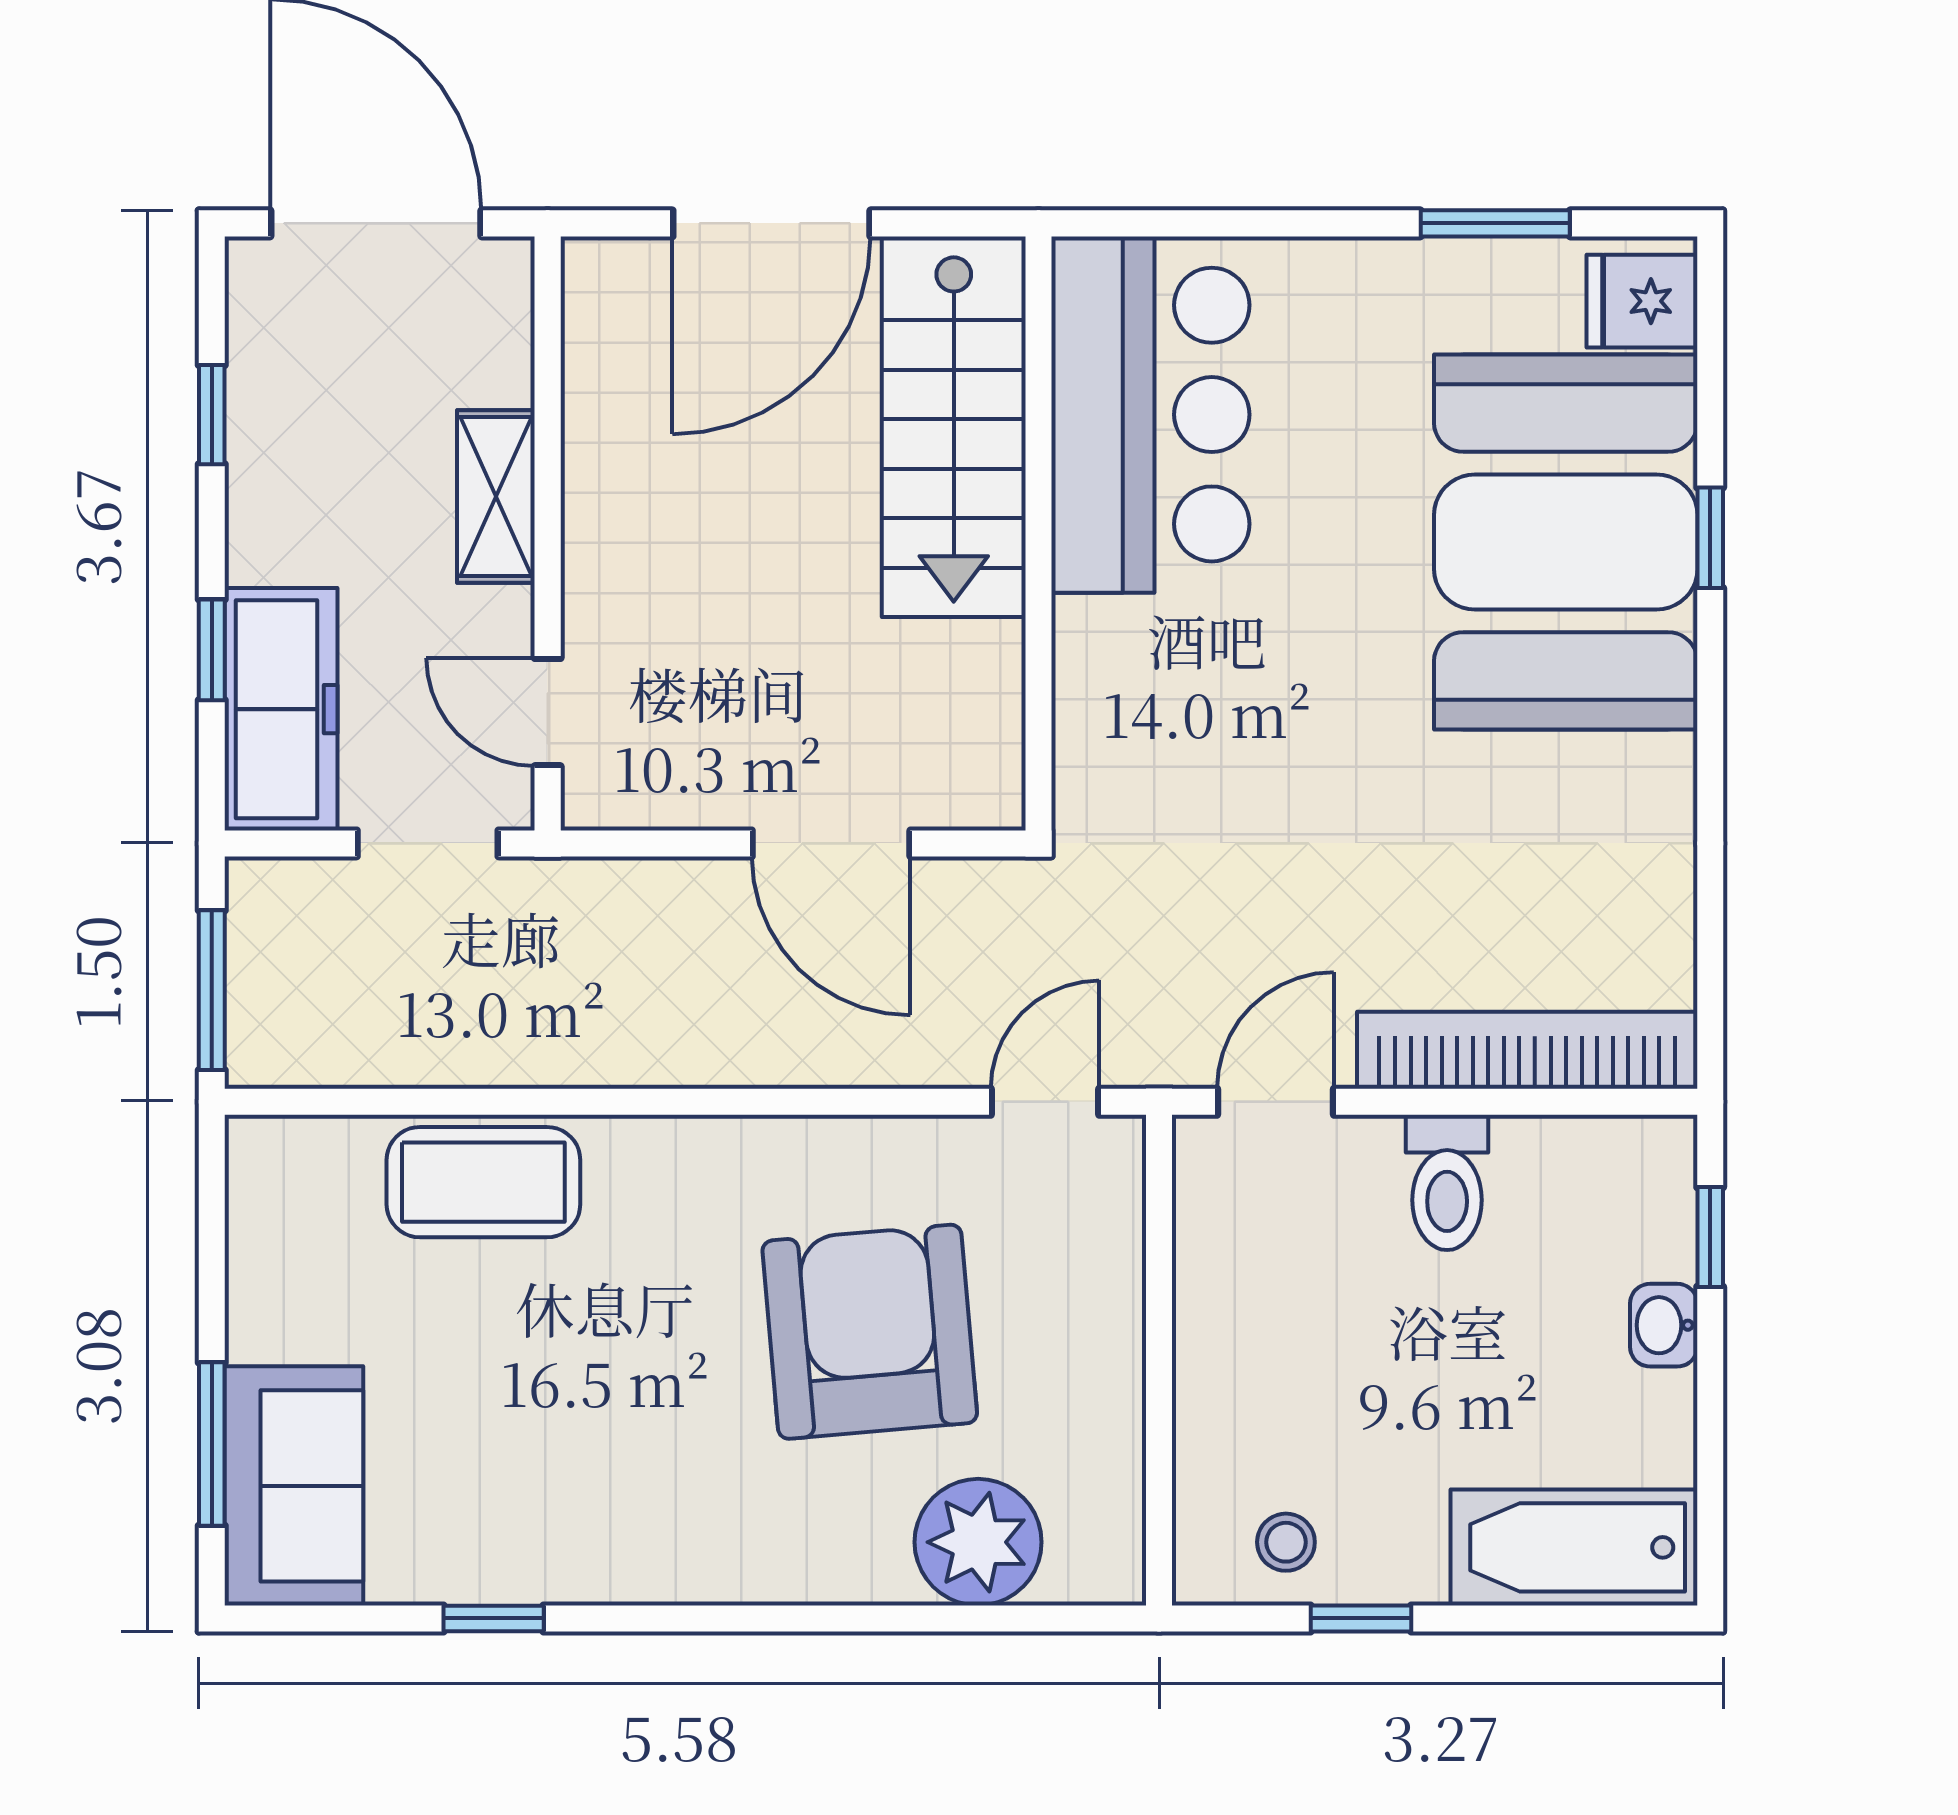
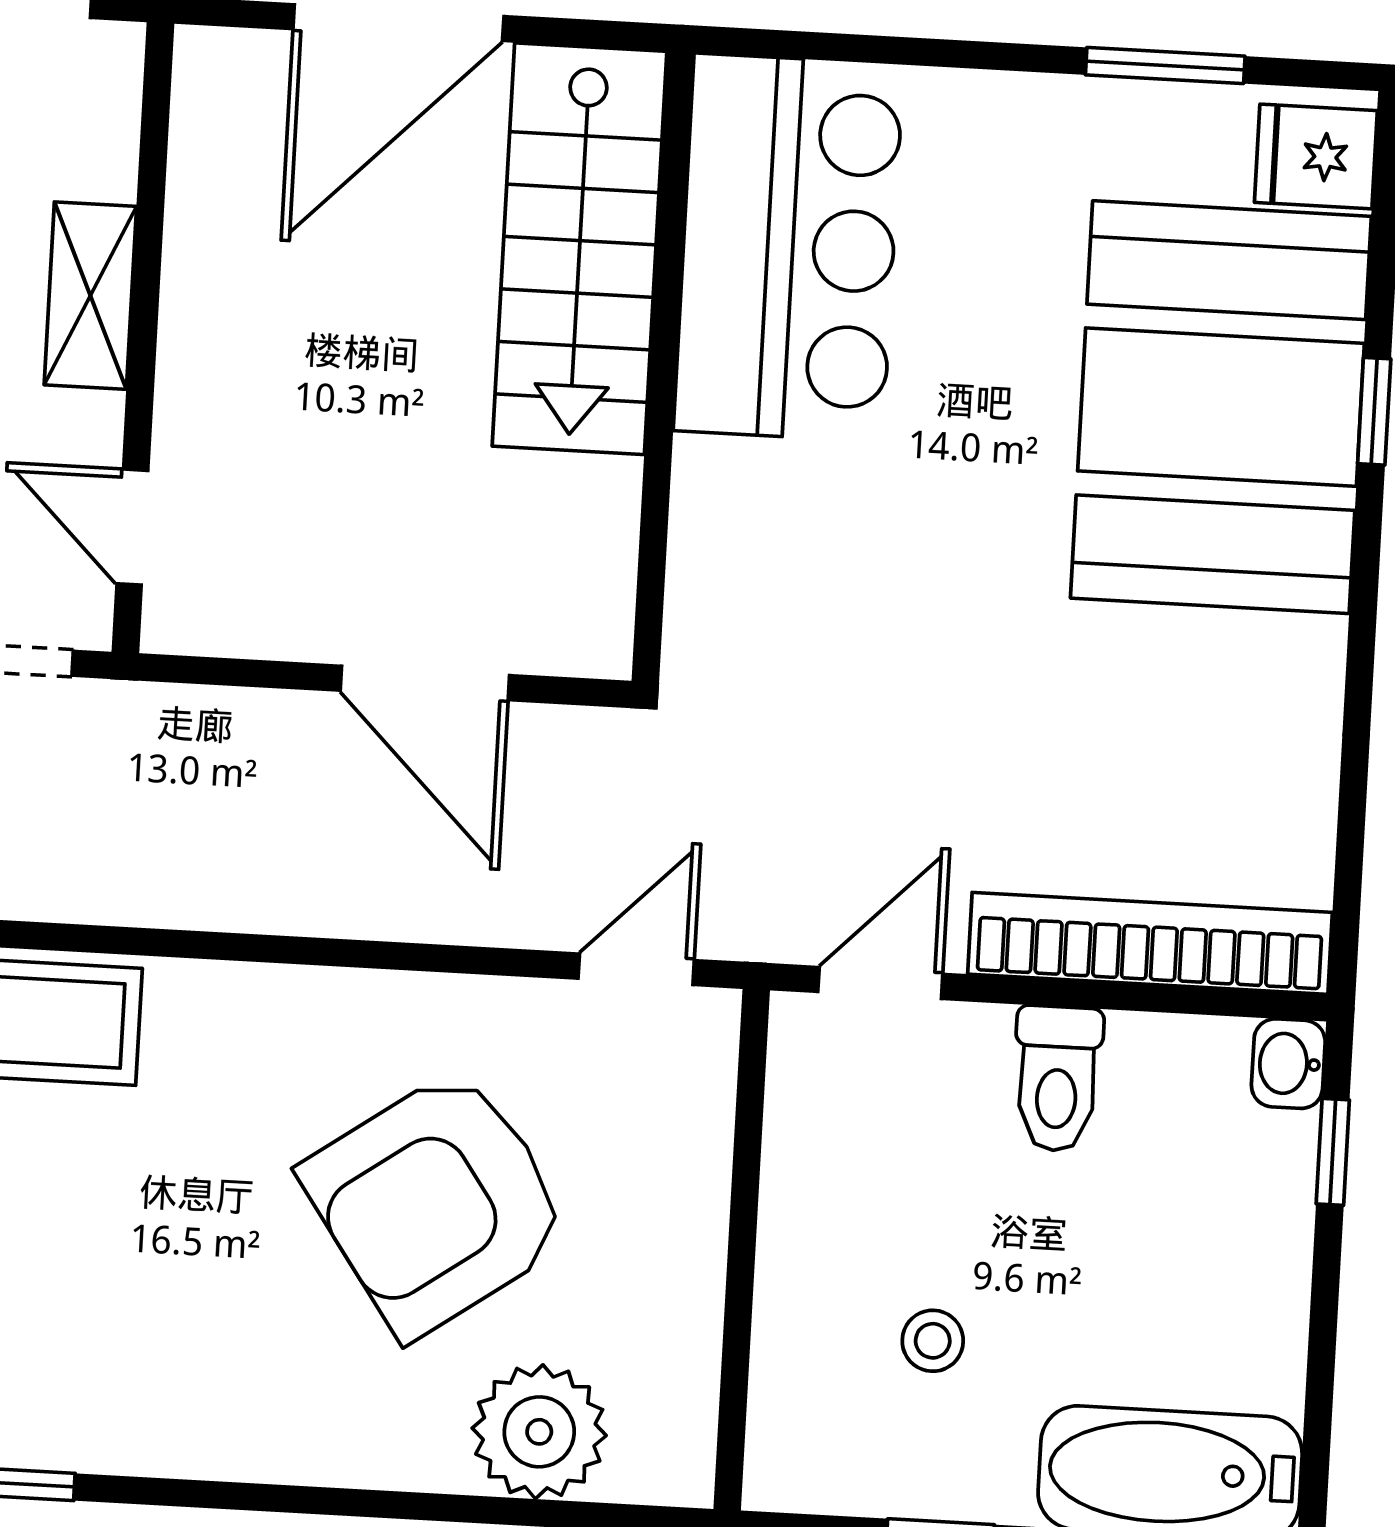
washbasin: (1664, 1325) -> (1288, 1064), moved
armchair: (870, 1332) -> (437, 1203), turned -120
stool: (1286, 1542) -> (933, 1341), moved

